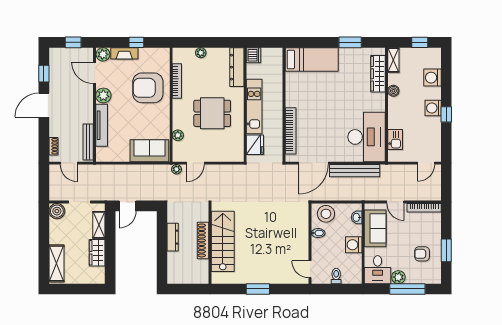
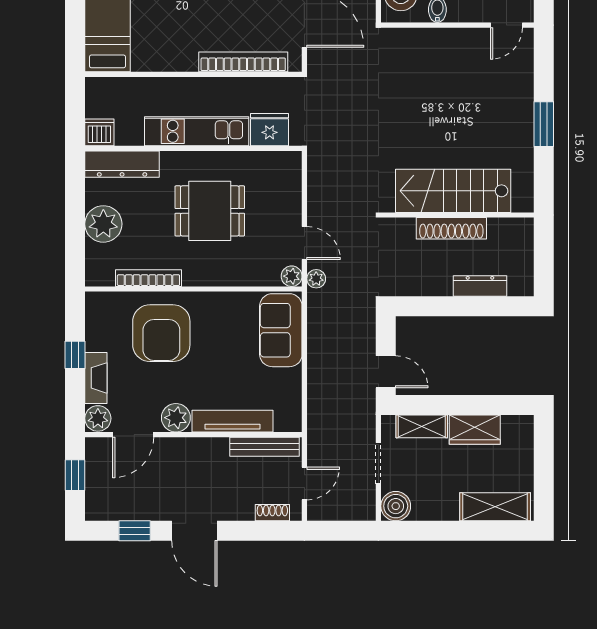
plant: (201, 53) -> (103, 224), width x1.87, depth x1.87
dining table: (212, 113) -> (210, 211), turned 90
plant: (178, 135) -> (292, 276), moved
dresser: (173, 237) -> (480, 286), moved

